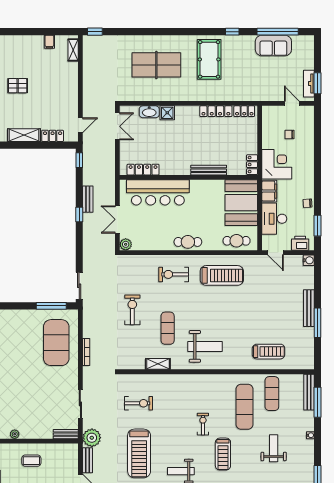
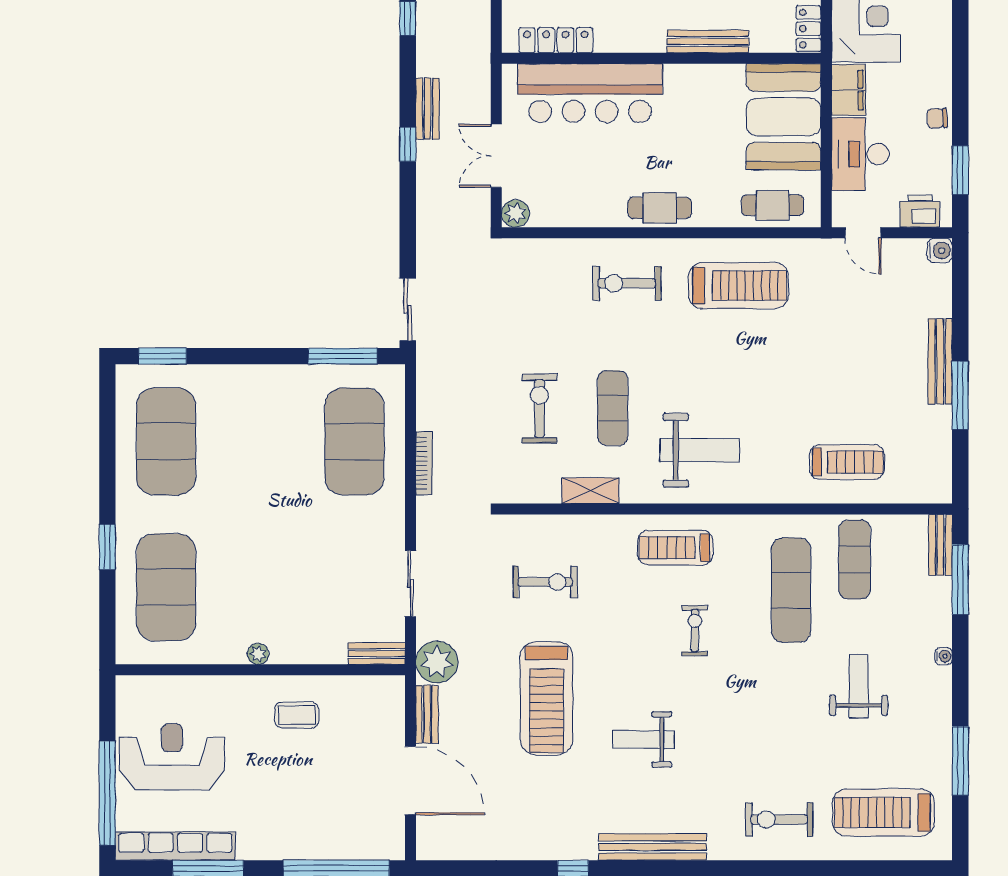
exercise bike: (132, 310) -> (539, 408), moved
bench: (309, 392) -> (941, 545), width x0.73
treadmill: (223, 454) -> (675, 548), moved, turned 90

